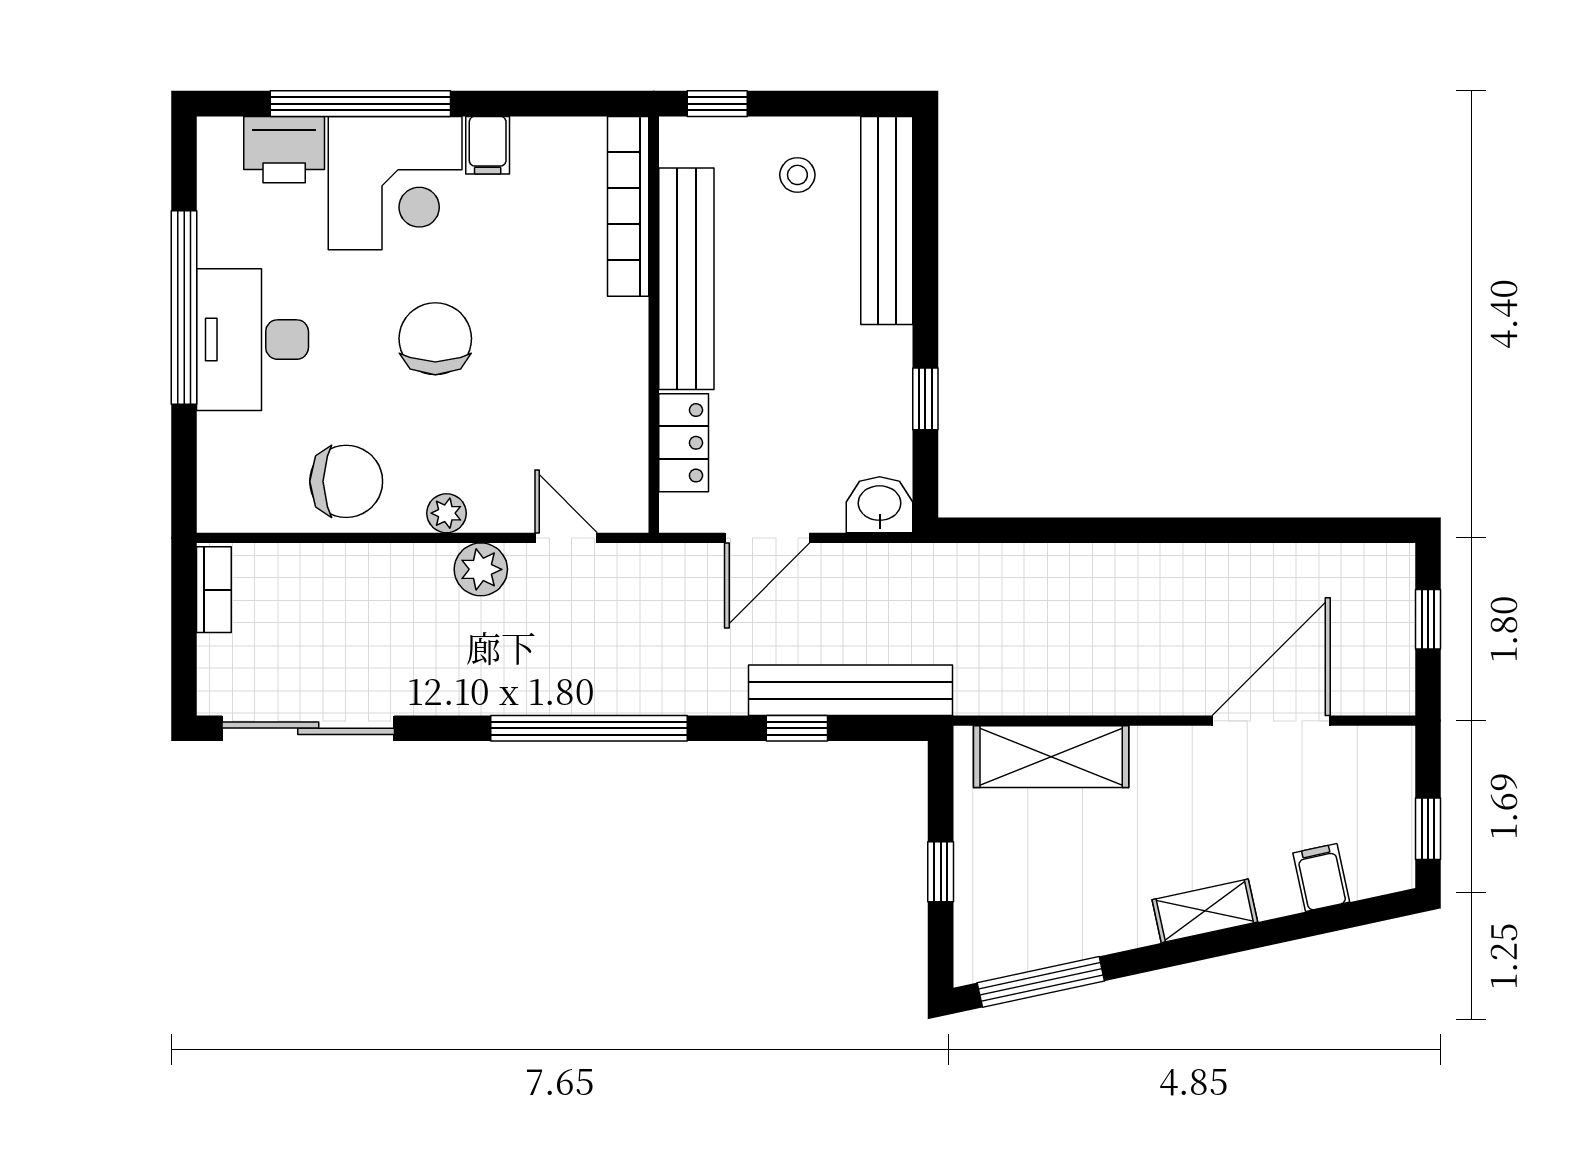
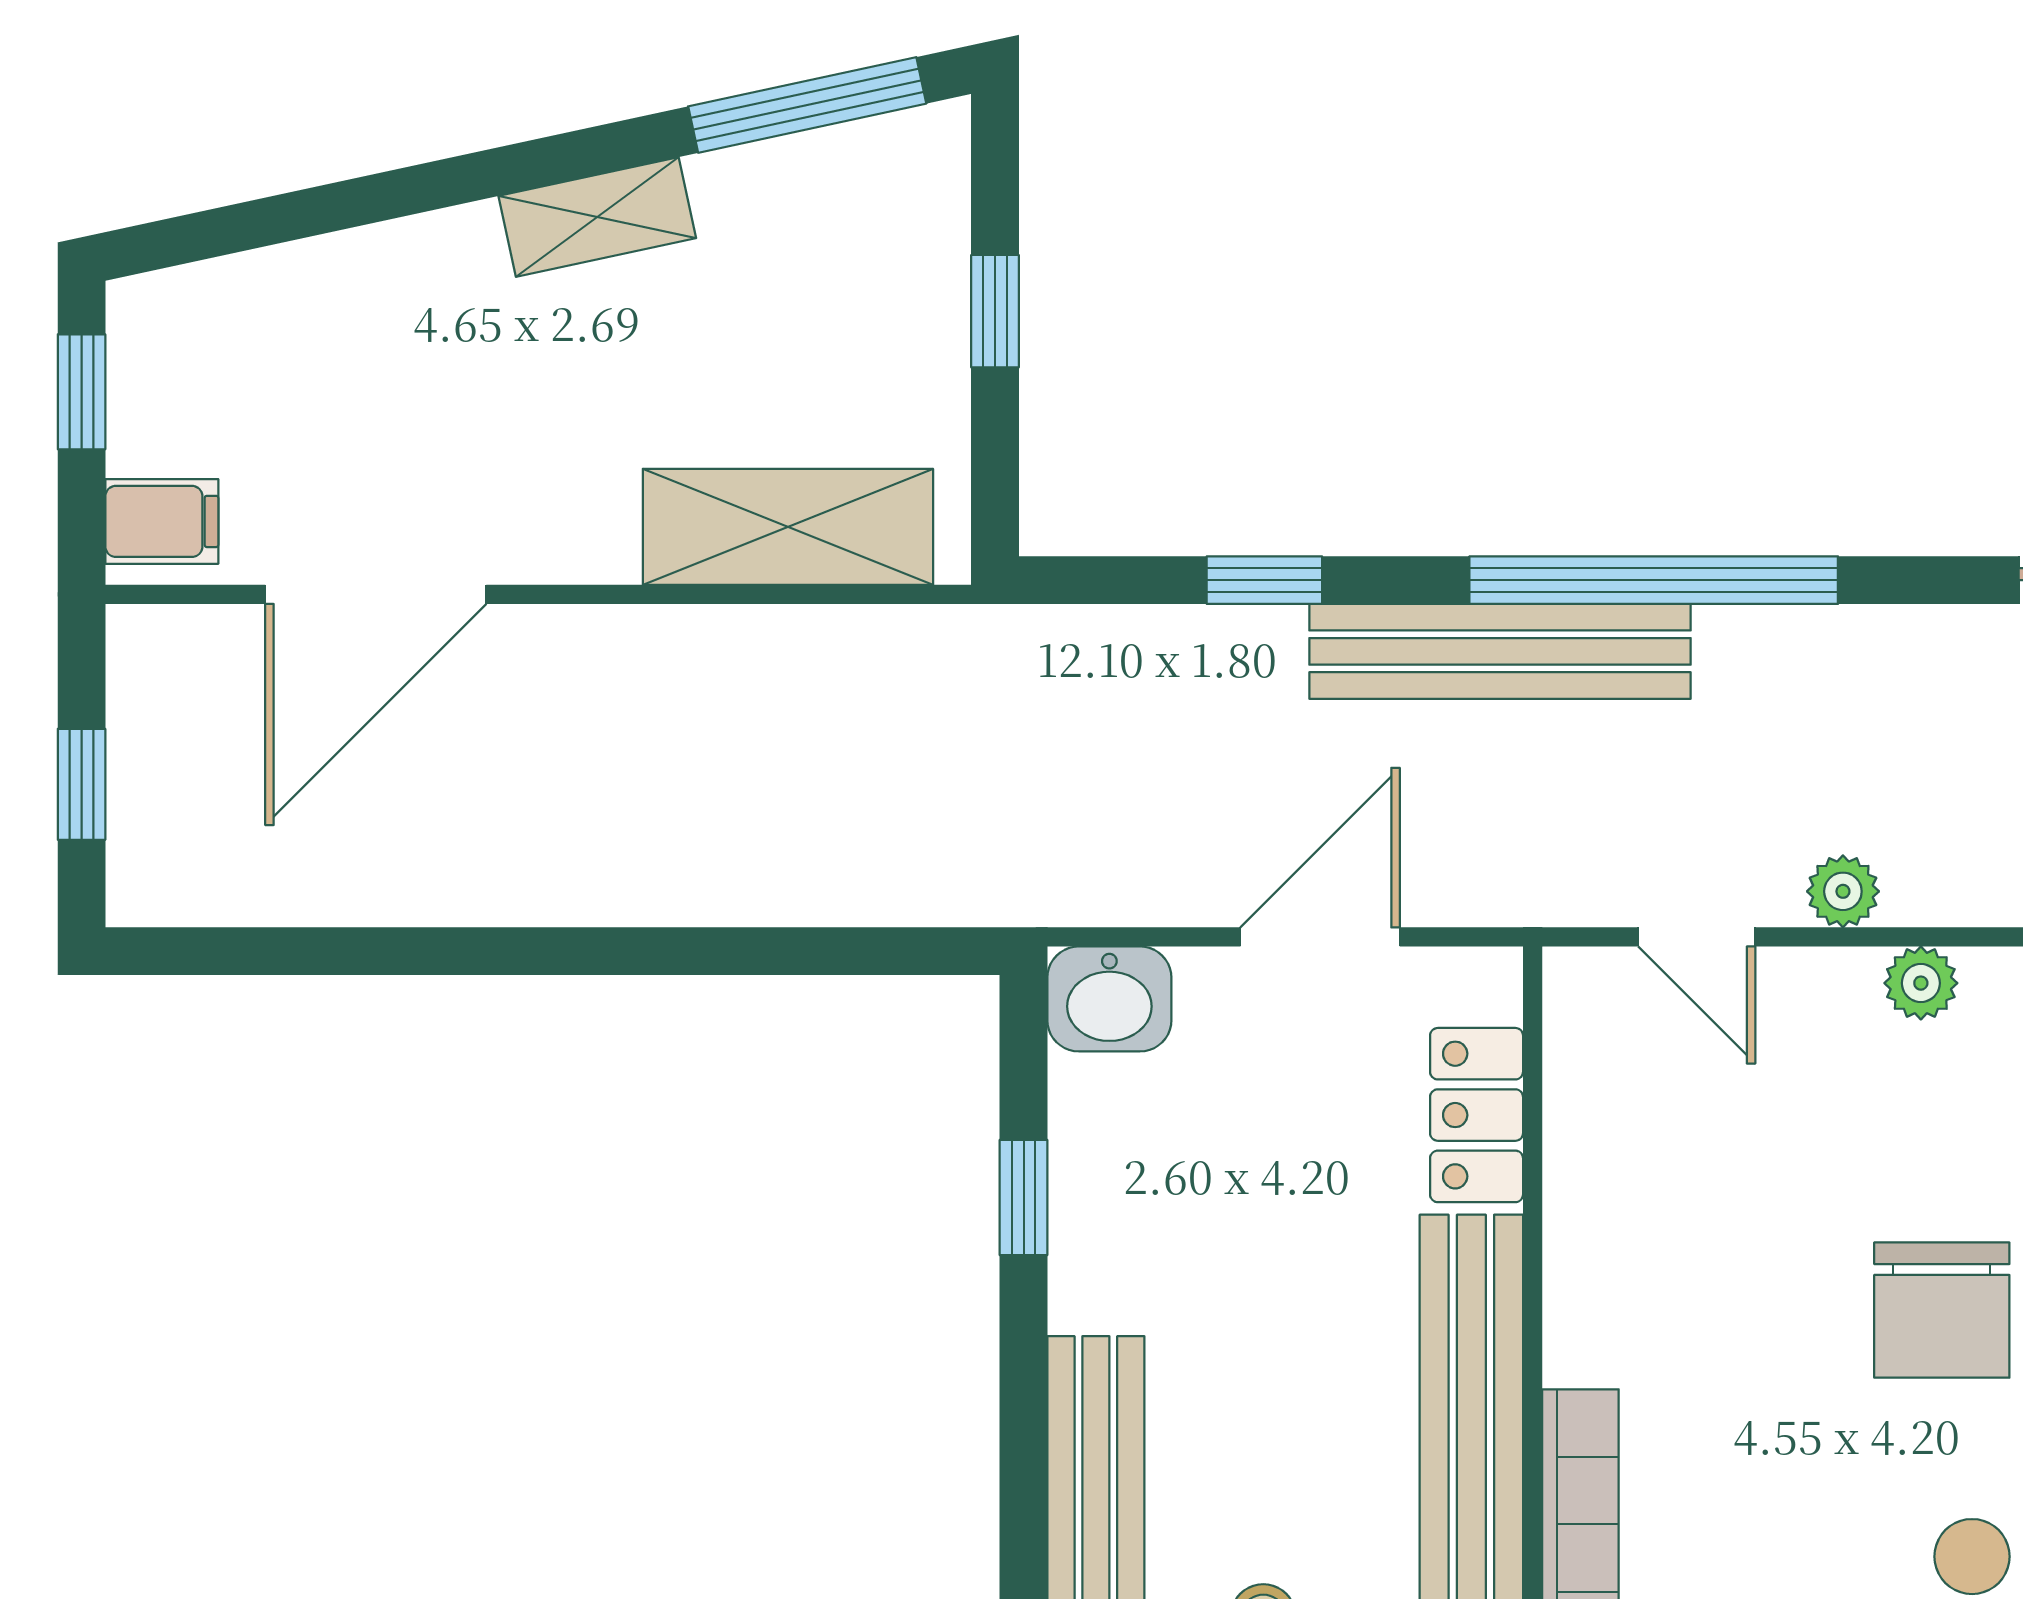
plant: (481, 569) -> (1843, 891), width x0.73, depth x0.73
bench: (851, 690) -> (1500, 651), moved
filing cabinet: (1321, 877) -> (162, 521), moved, turned -78
shelving: (1205, 911) -> (597, 217), moved

